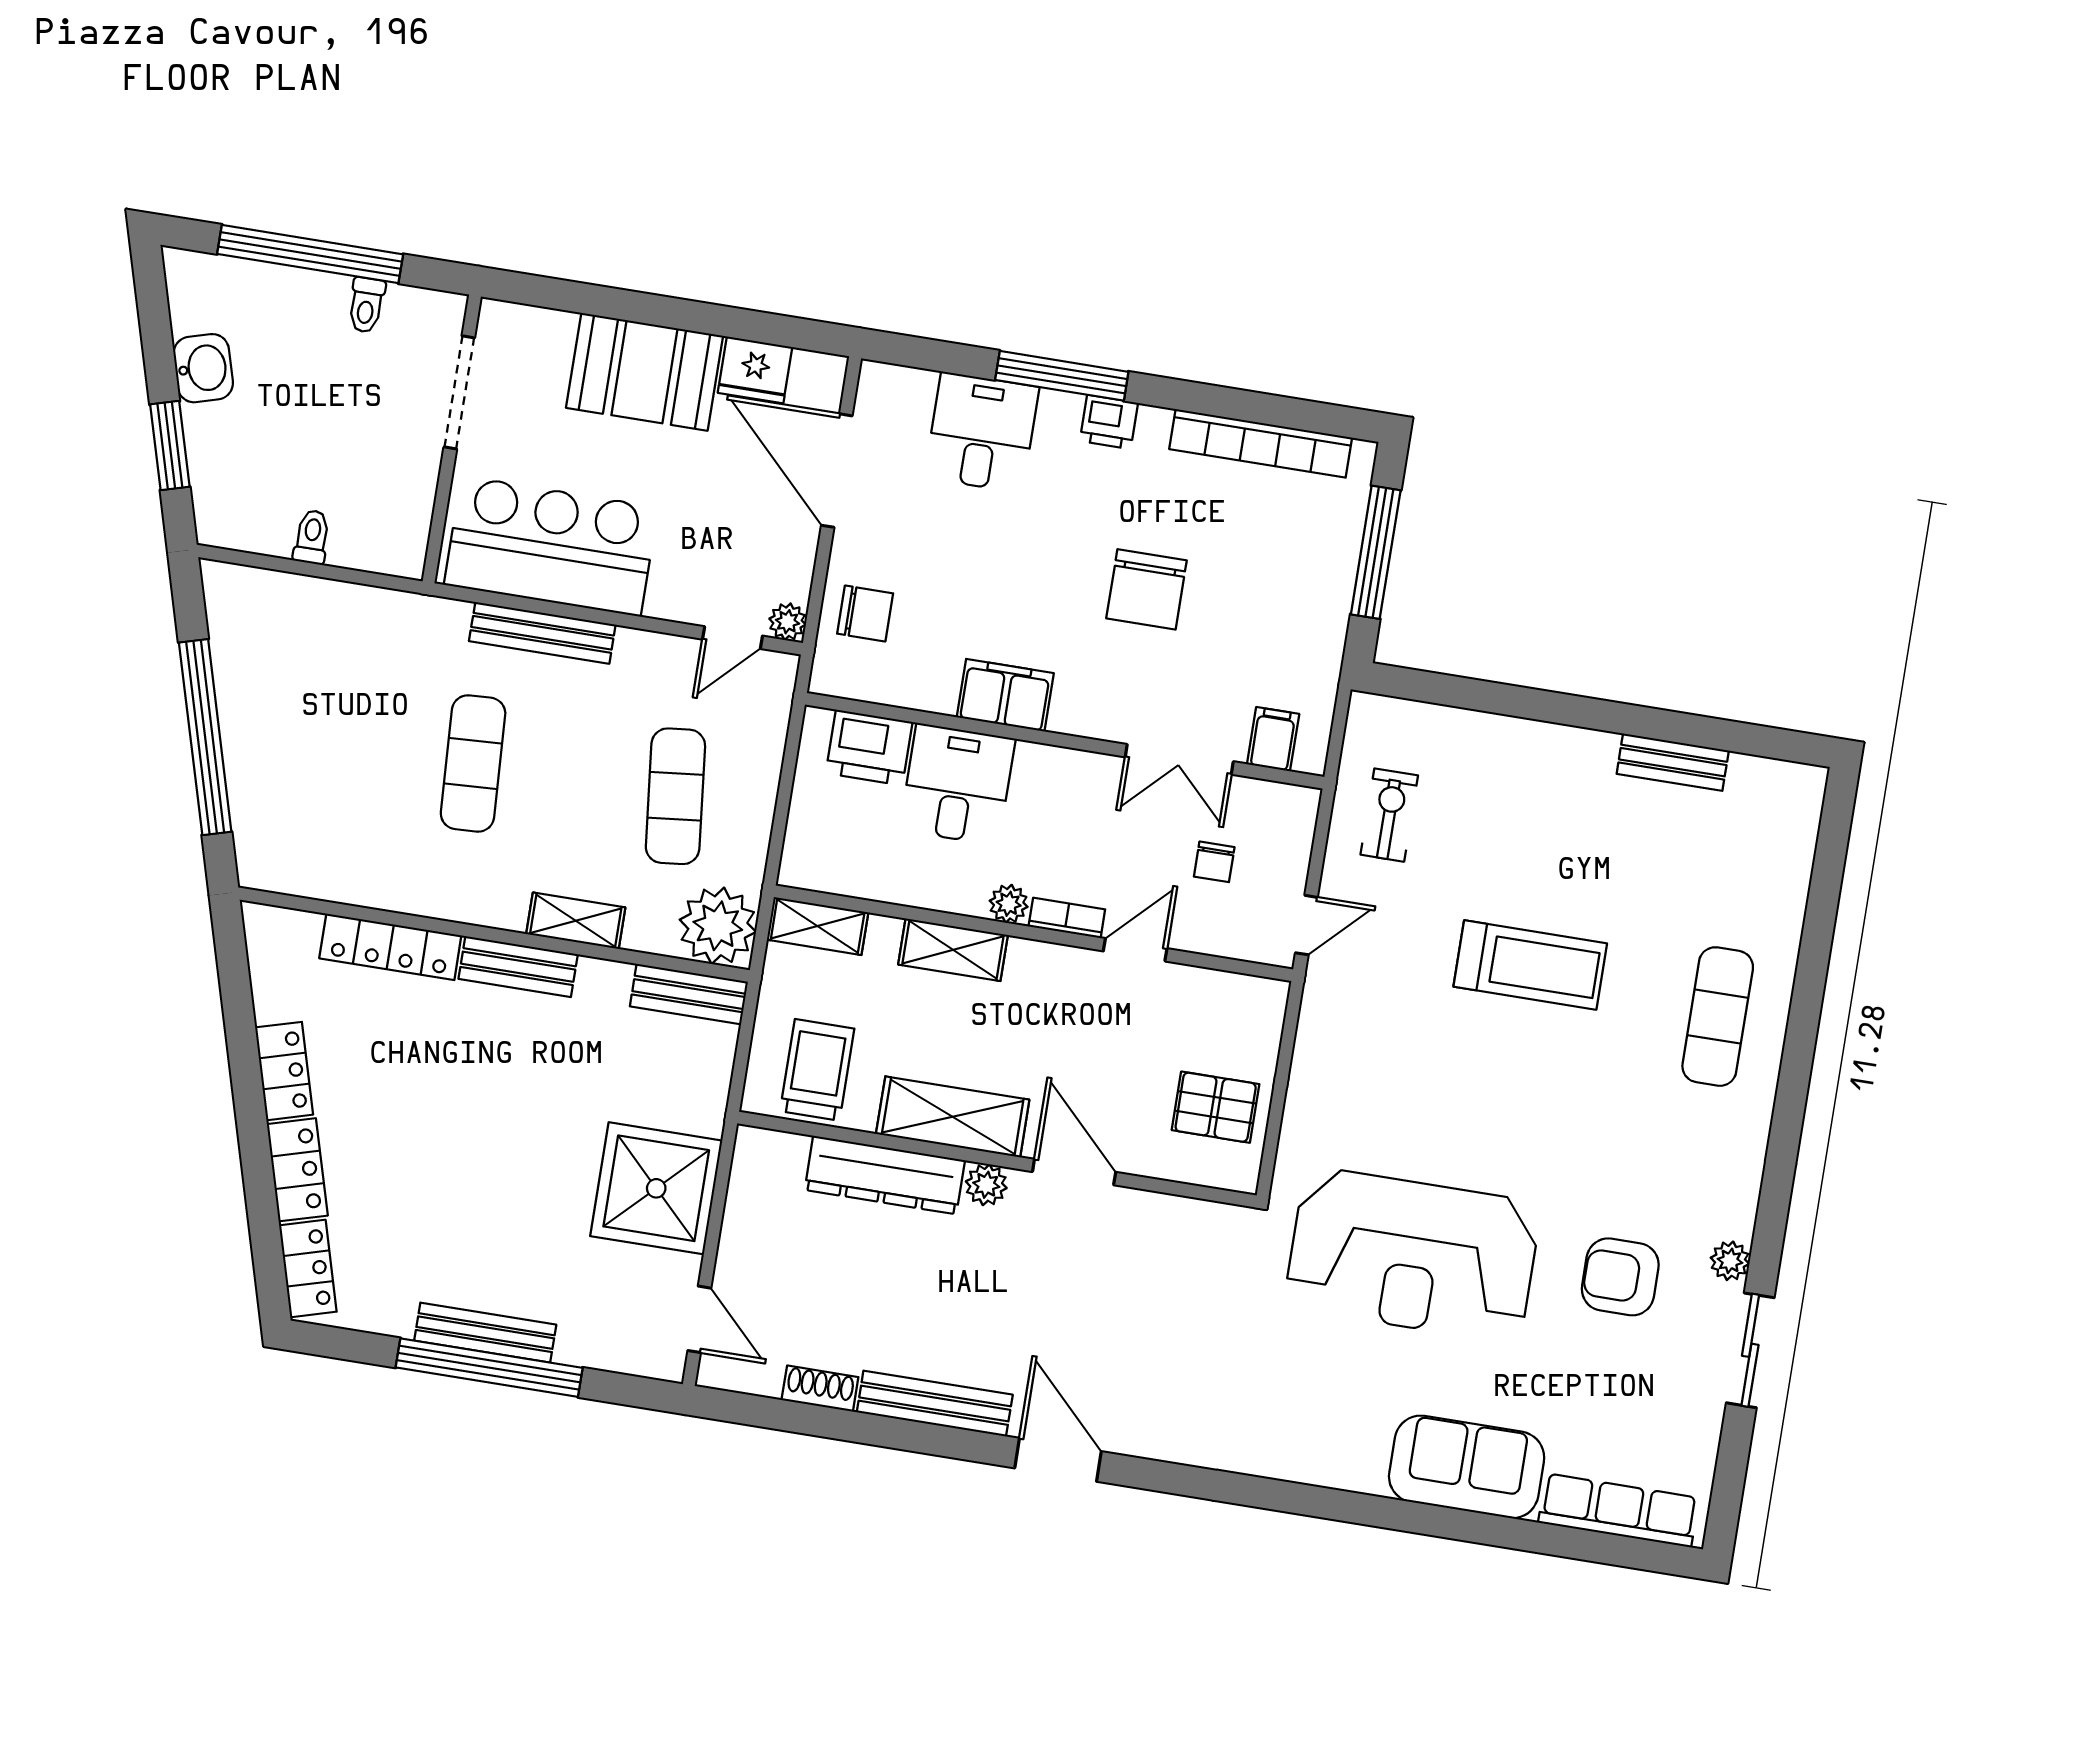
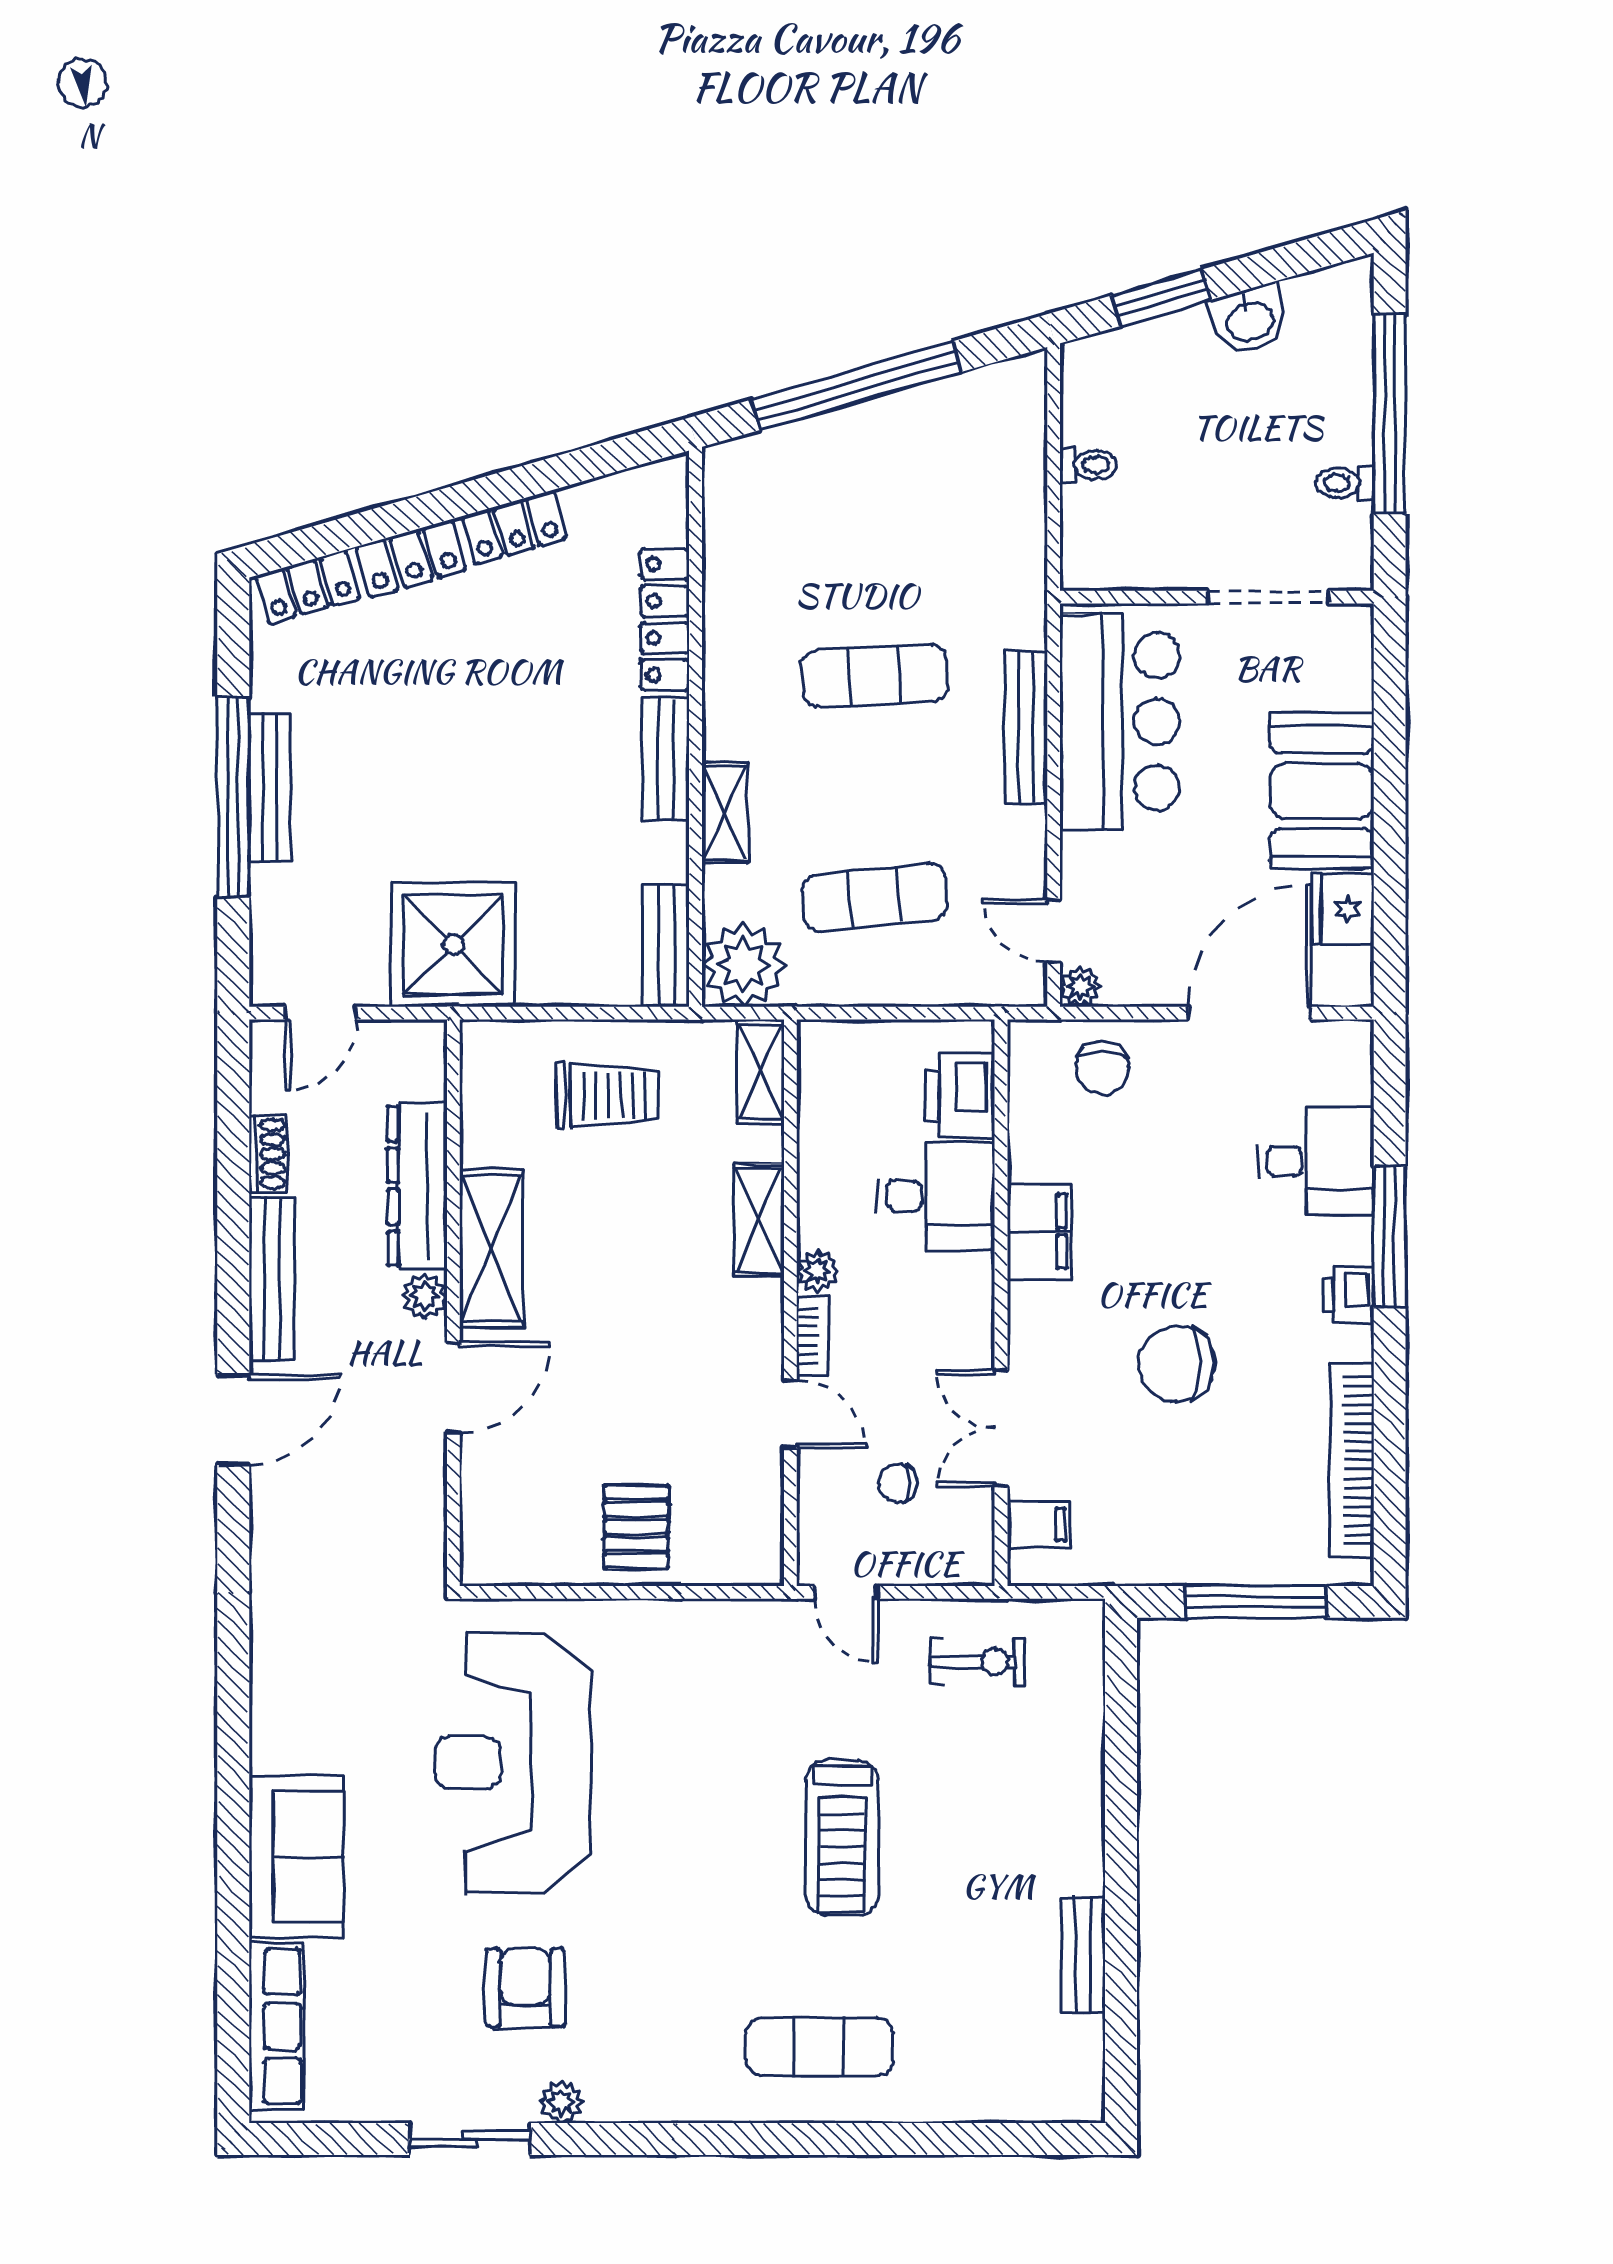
shelving: (953, 1117) -> (491, 1248), moved
wall: (997, 1159) -> (453, 1303), moved
door: (1074, 1172) -> (453, 1387), moved
dresser: (885, 1175) -> (417, 1186), moved
plant: (986, 1185) -> (425, 1296), moved

